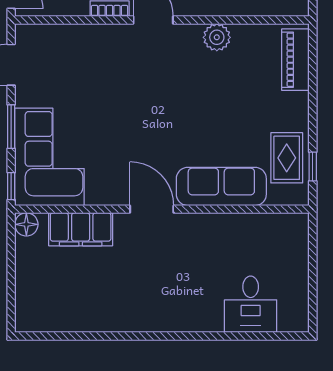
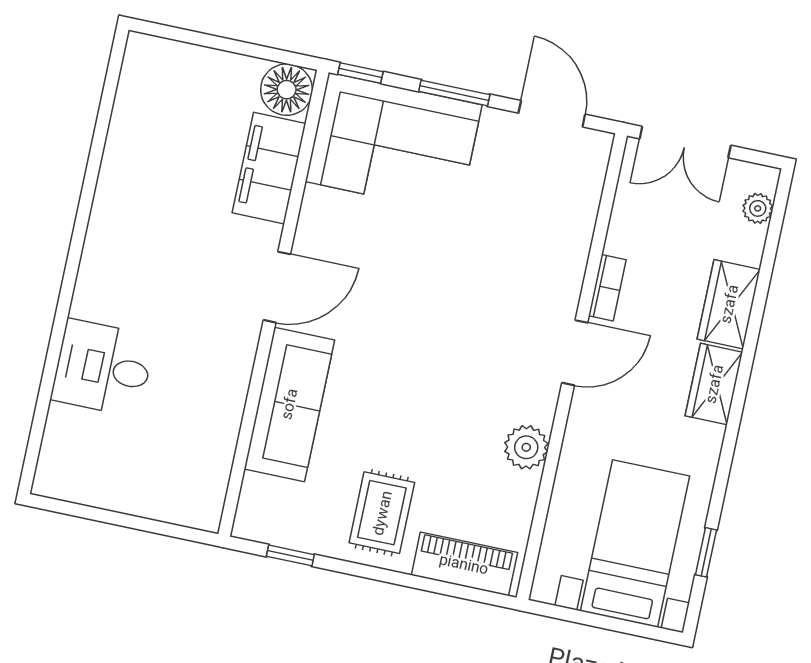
rug: (287, 158) -> (382, 513), moved, turned 90
floor lamp: (26, 224) -> (287, 90), width x1.38, depth x1.38
desk: (251, 304) -> (103, 368), moved

